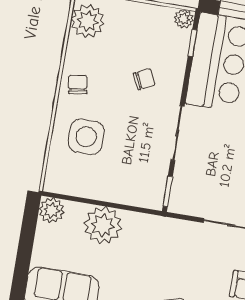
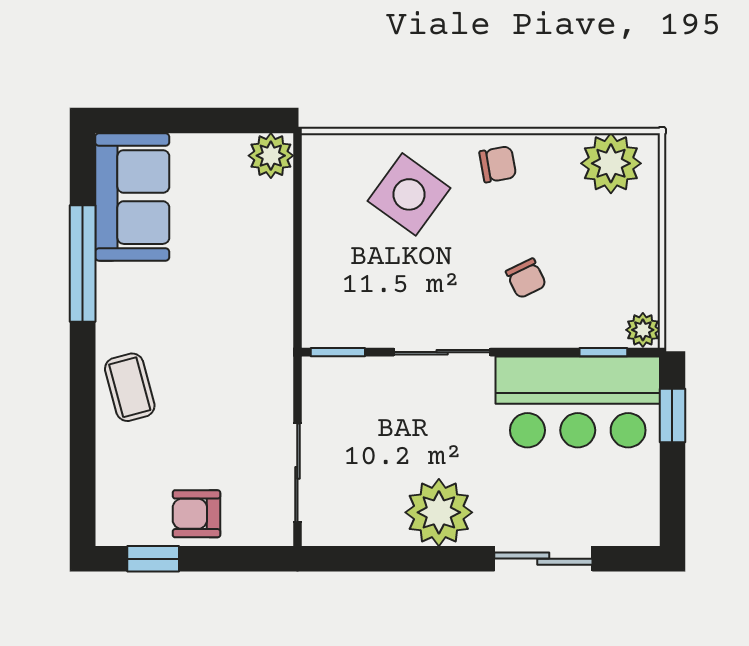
side table: (86, 137) -> (409, 194), turned 36
plant: (103, 225) -> (260, 249), removed

